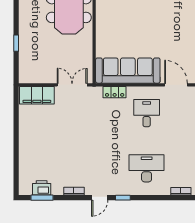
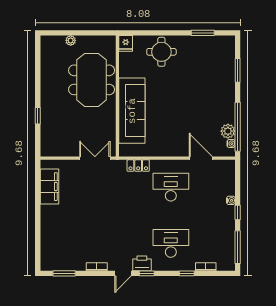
sofa: (128, 71) -> (132, 111), moved, turned 90
filing cabinet: (37, 95) -> (49, 187), moved, turned -90
desk: (147, 113) -> (171, 187), width x1.37
printer: (42, 188) -> (142, 263), moved
window: (162, 198) -> (187, 273), added

